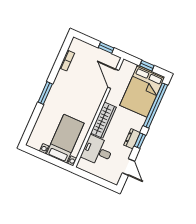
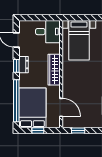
desk: (97, 151) -> (48, 32), moved

